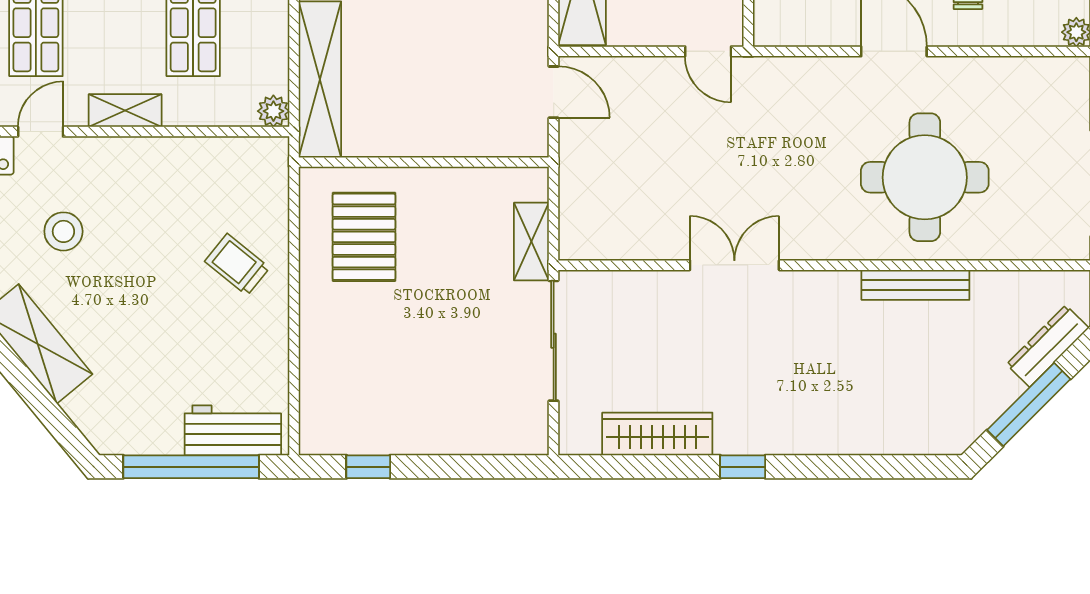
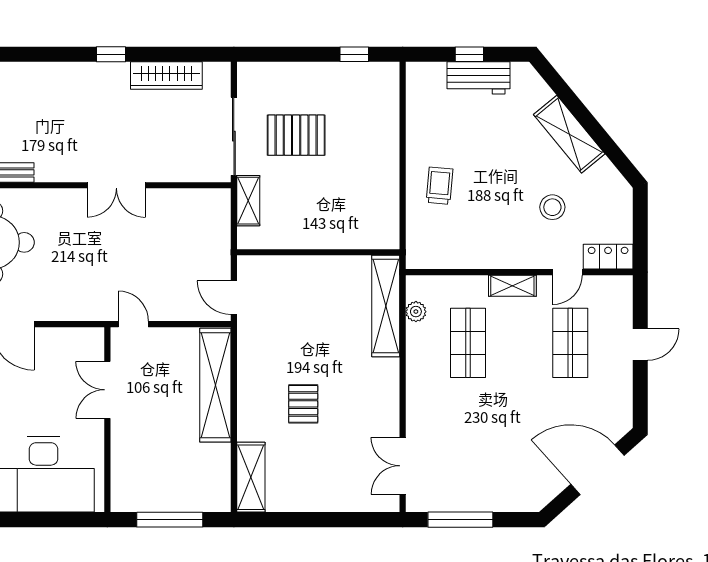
plant: (273, 111) -> (416, 312), moved
pallet: (364, 237) -> (296, 135), moved, turned 90
trolley: (237, 265) -> (440, 186), turned -124
workbench: (233, 430) -> (478, 78), moved
window: (191, 467) -> (469, 54), width x0.32

